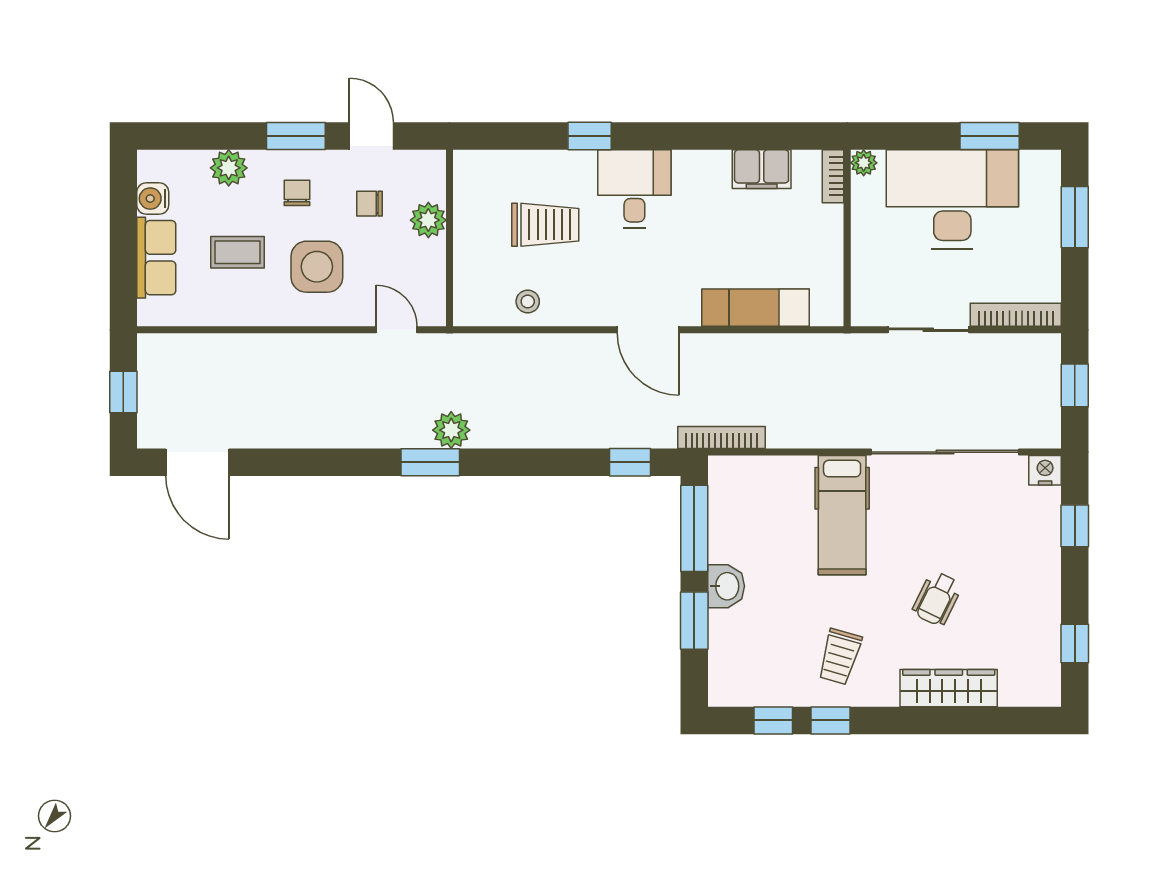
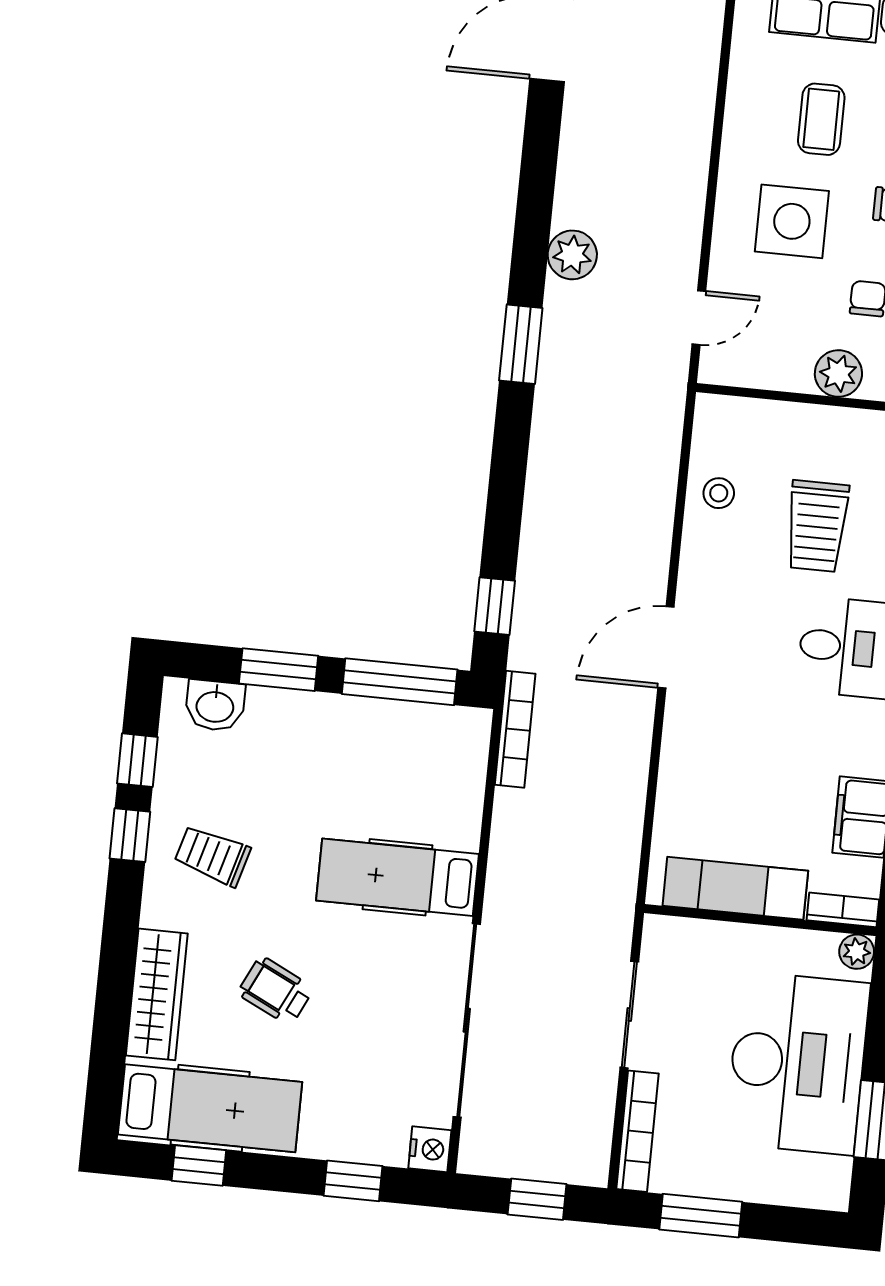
window: (1075, 217) -> (701, 1216), moved
exam couch: (756, 308) -> (735, 888), moved, turned -90
plant: (451, 430) -> (572, 255), moved
washbasin: (726, 586) -> (215, 706), moved
hospital bed: (1031, 639) -> (210, 1108), added

